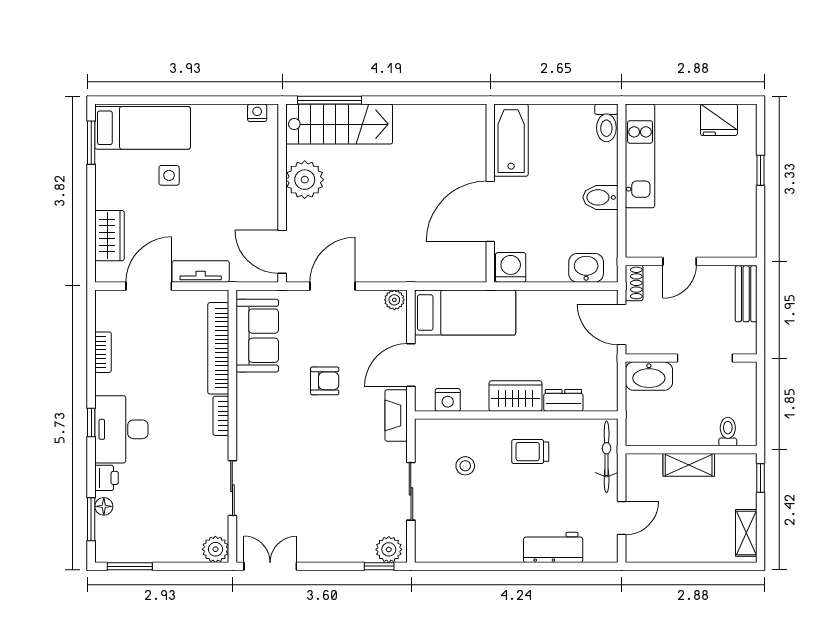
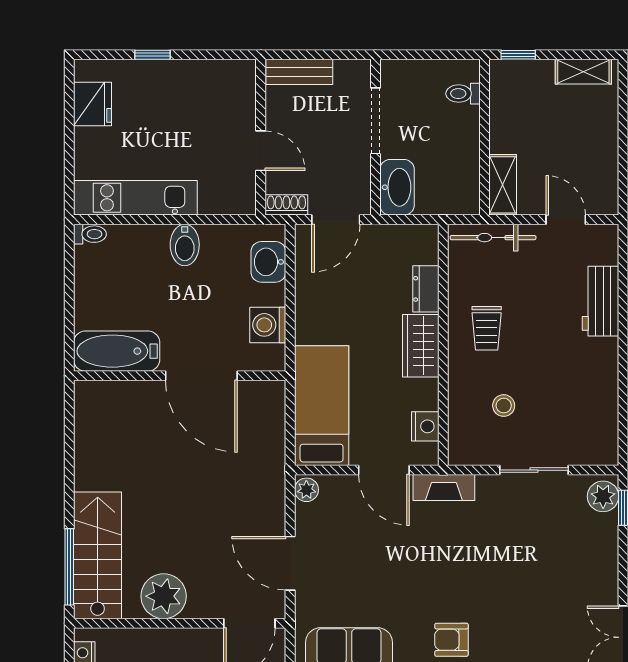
toilet: (606, 123) -> (90, 234), width x0.73, depth x0.72
washing machine: (511, 267) -> (268, 325), moved
armchair: (325, 381) -> (452, 640), moved, turned -90
shelving: (689, 465) -> (503, 185), moved

